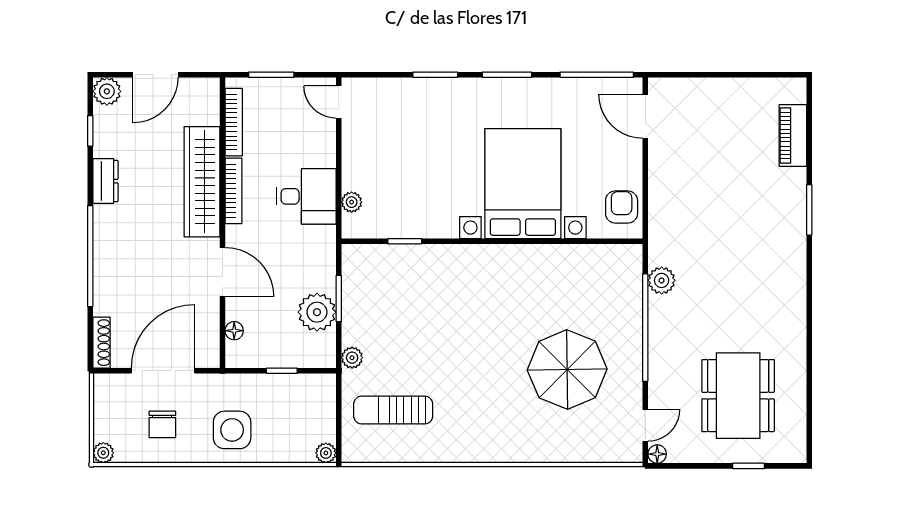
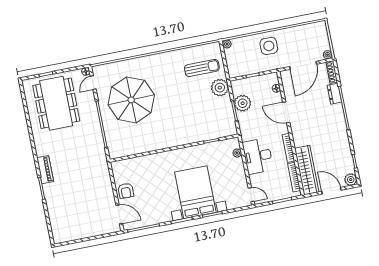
door: (155, 75) -> (331, 191), hinge flipped
piano: (793, 136) -> (45, 170), moved
dresser: (105, 181) -> (334, 94), moved
wardrobe: (202, 182) -> (307, 170), moved
bed with nightstands: (523, 184) -> (195, 192), moved, turned 180
desk: (306, 196) -> (258, 156), width x1.37
armchair: (622, 207) -> (126, 191), moved
plant: (662, 280) -> (99, 146), removed
plant: (352, 358) -> (220, 88), width x1.88, depth x1.88
parasol: (567, 370) -> (131, 100), width x1.36, depth x1.36
dining table: (738, 396) -> (56, 103), width x1.36, depth x1.24
chair: (162, 424) -> (299, 42), removed
plant: (103, 453) -> (328, 55), moved

